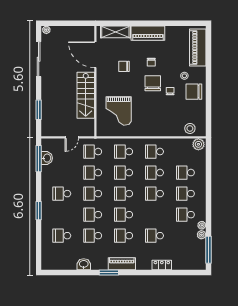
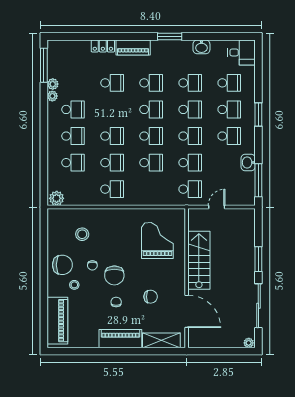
window: (39, 110) -> (258, 259), moved
stool: (190, 128) -> (82, 234), moved
school desk: (124, 152) -> (229, 109), moved
washbasin: (47, 158) -> (248, 162), moved
desk: (52, 260) -> (241, 52), added
piano: (122, 264) -> (133, 47), moved

